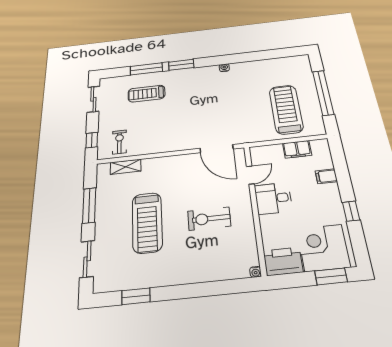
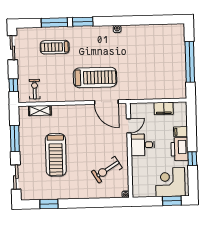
treadmill: (286, 109) -> (95, 77), moved, turned 90
exercise bike: (209, 219) -> (107, 170), moved, turned -32
printer: (283, 261) -> (180, 149), moved, turned -90

